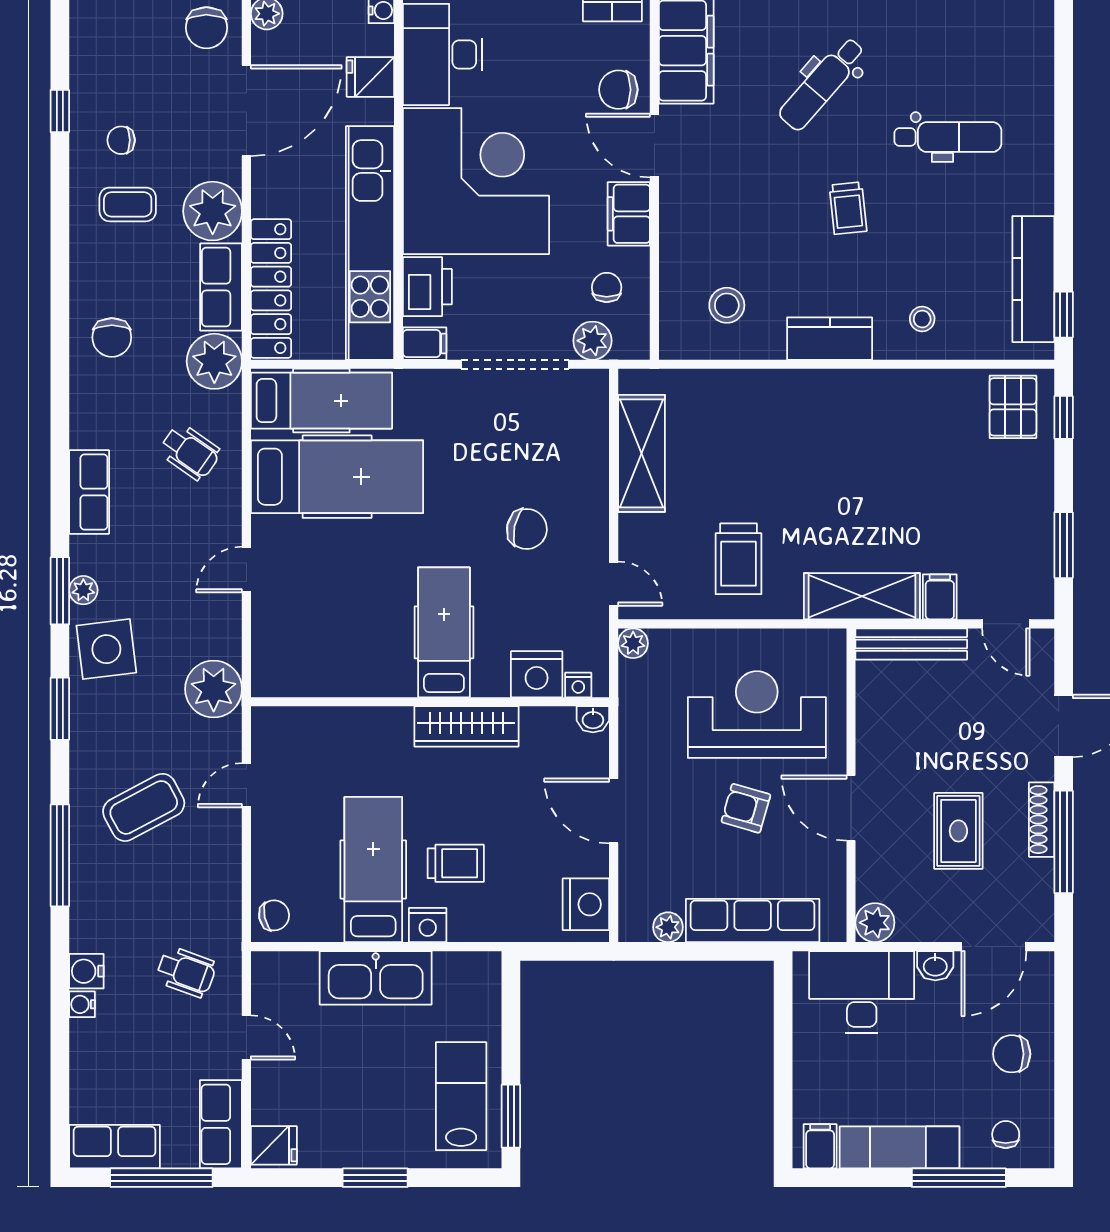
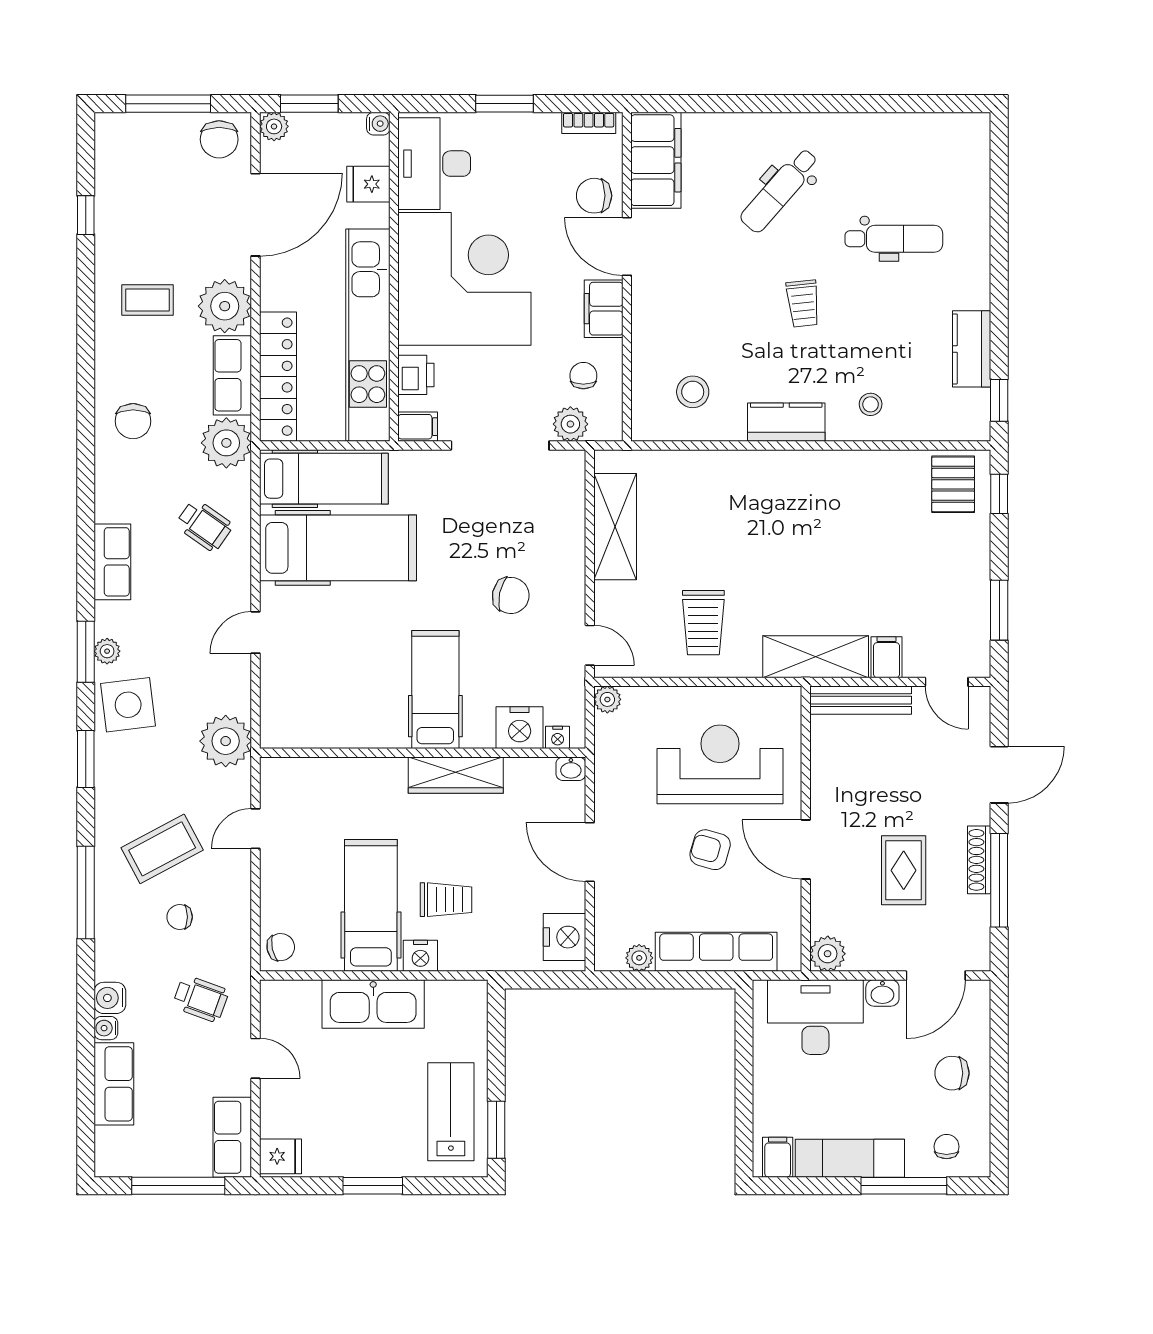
chair: (121, 140) -> (180, 917), moved
kitchen counter: (1033, 279) -> (972, 349), width x0.67
printer: (427, 287) -> (416, 375), width x0.73, depth x0.81
row of seats: (115, 1147) -> (114, 1084), moved, turned 90

